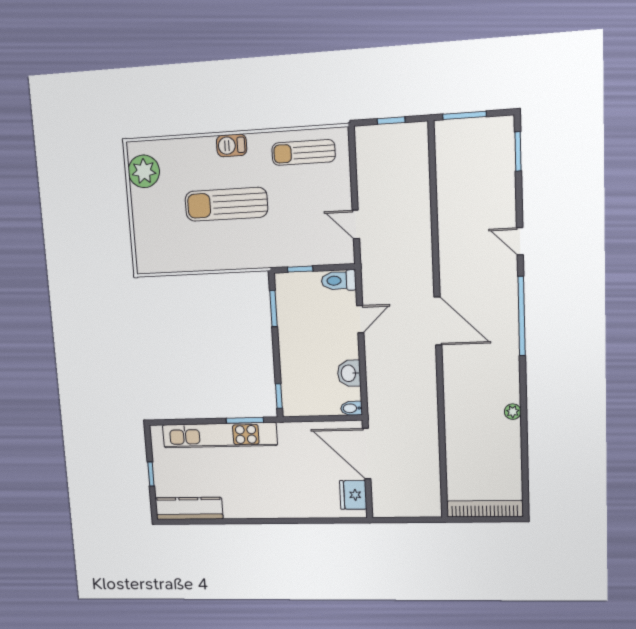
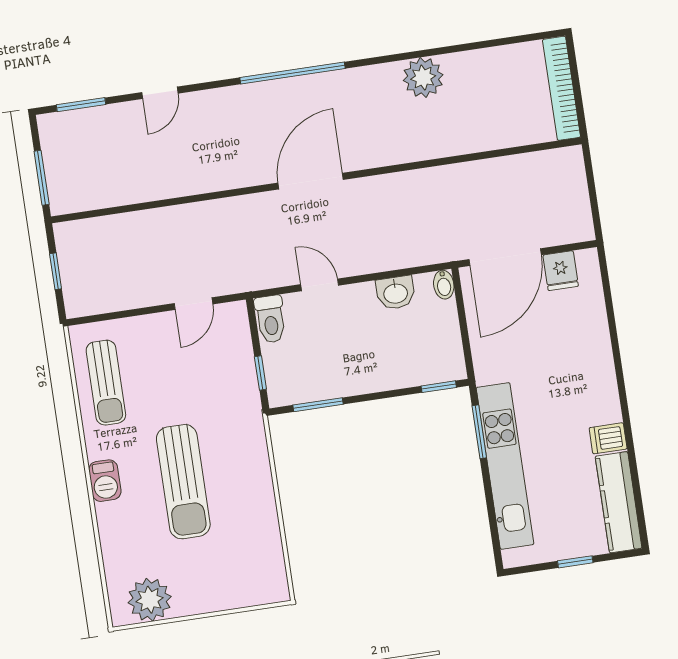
door: (520, 241) -> (160, 93), moved
plant: (513, 412) -> (423, 78), width x1.88, depth x1.88
fridge: (353, 495) -> (561, 271), width x0.72
dishwasher: (233, 507) -> (608, 438), added

